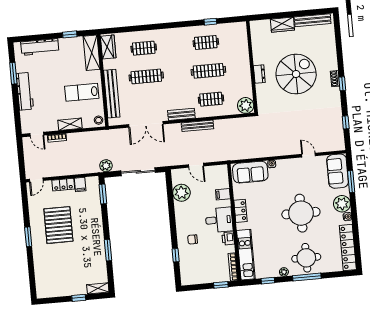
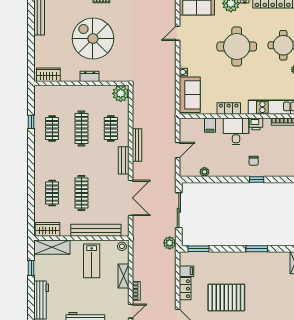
wardrobe: (282, 25) -> (48, 75), moved, turned -90
plant: (181, 193) -> (204, 172), width x0.53, depth x0.53
window: (176, 255) -> (257, 180), moved

